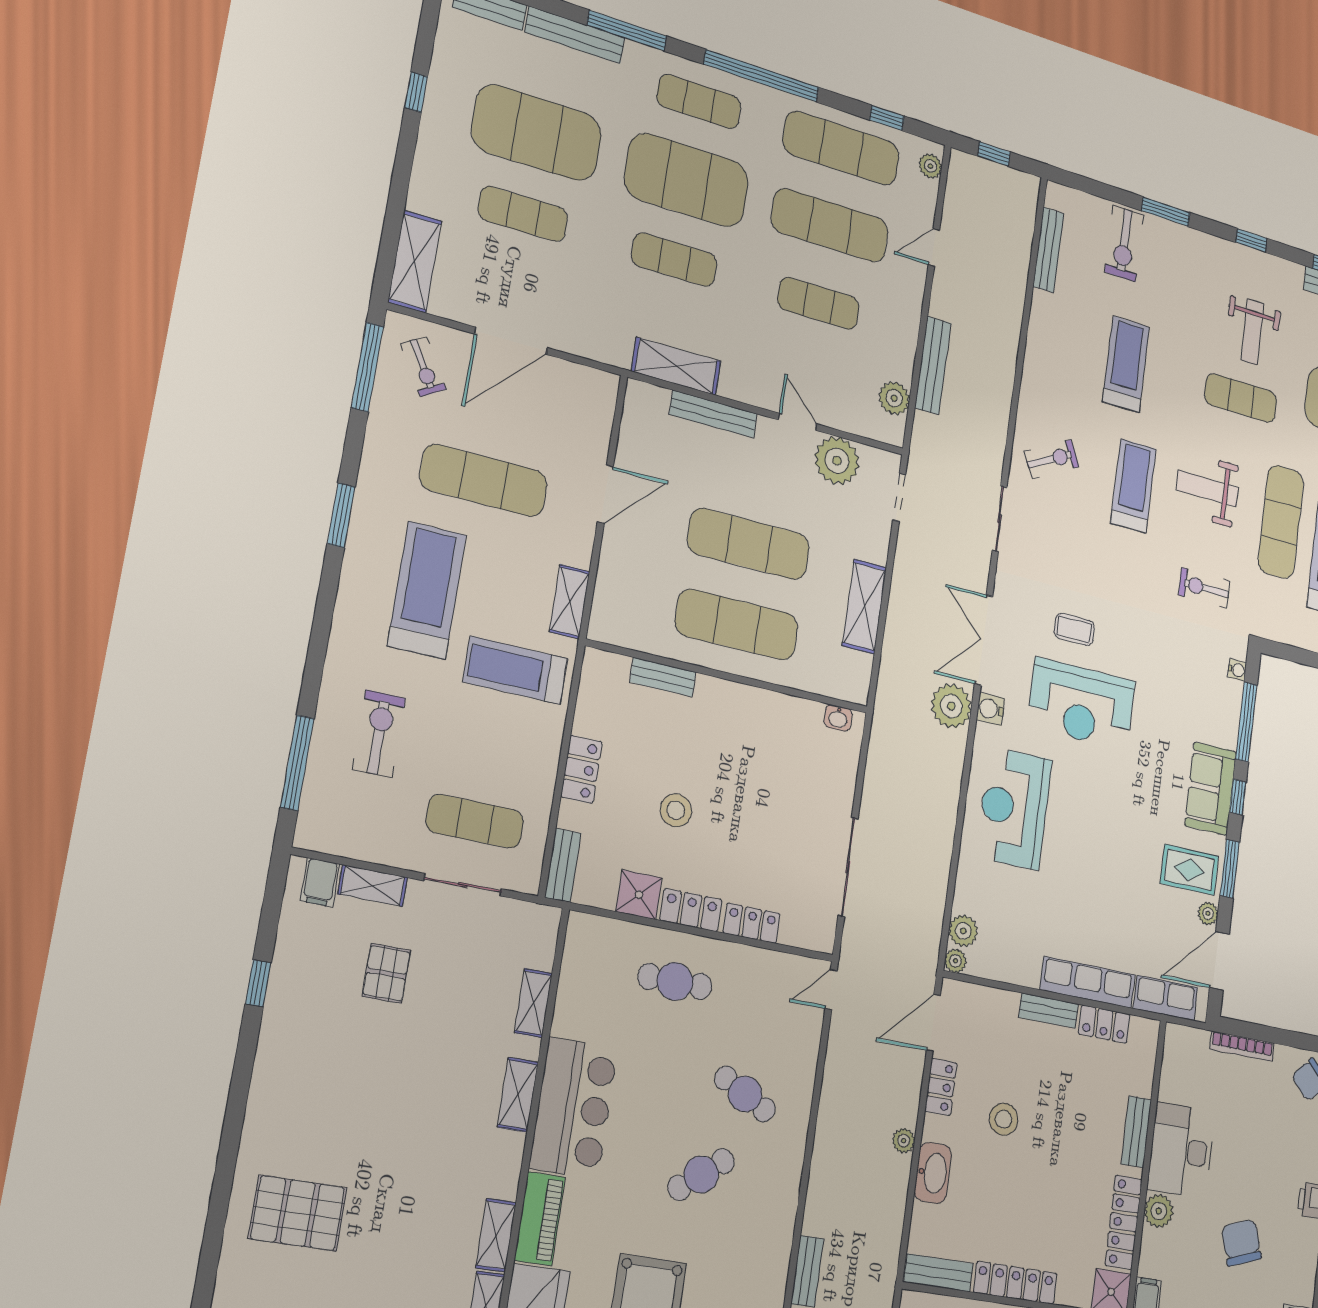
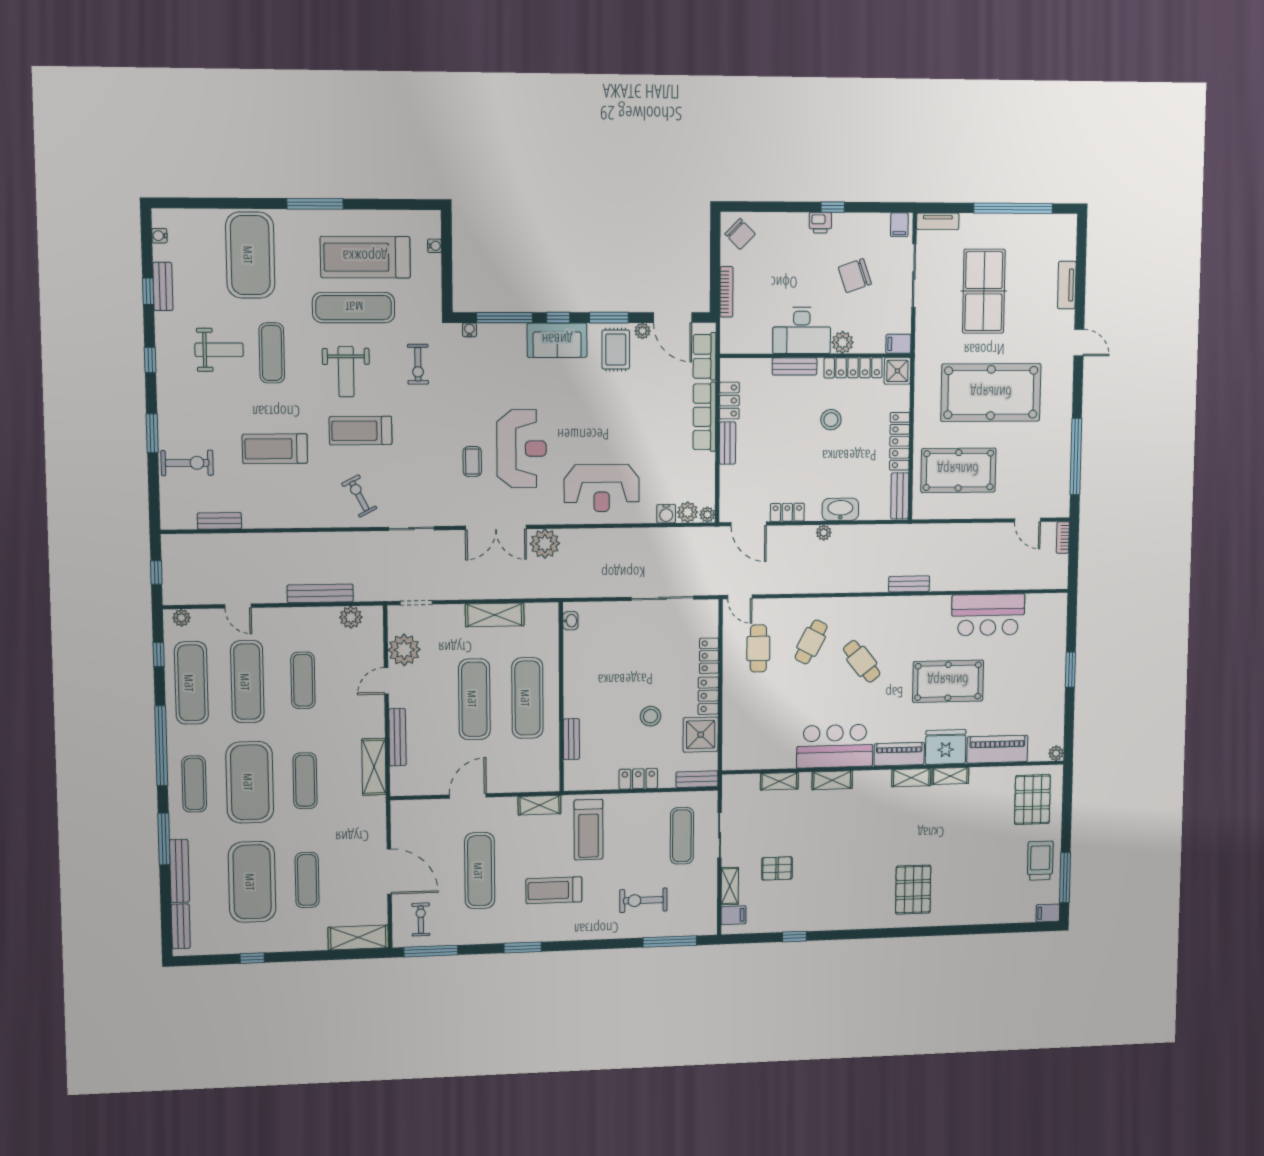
bench: (1048, 250) -> (219, 521), width x0.73
exercise bike: (423, 366) -> (421, 920), turned -59
door: (605, 494) -> (468, 796), hinge flipped
treadmill: (427, 590) -> (554, 890), width x0.73, depth x0.73
water cooler: (990, 709) -> (666, 514), moved
shower: (639, 895) -> (701, 735), width x1.36, depth x1.36
cafe table: (675, 981) -> (758, 648), moved
stool: (1004, 1119) -> (831, 420), moved

